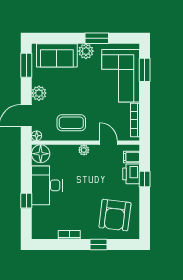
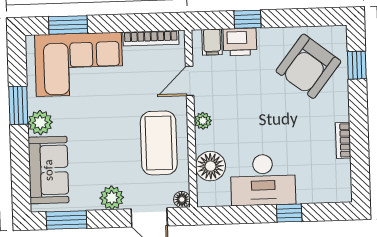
coffee table: (71, 123) -> (159, 143), width x1.36, depth x1.32
floor lamp: (41, 154) -> (210, 166), moved
armchair: (115, 215) -> (308, 66), turned 121
window: (98, 244) -> (357, 65), moved

